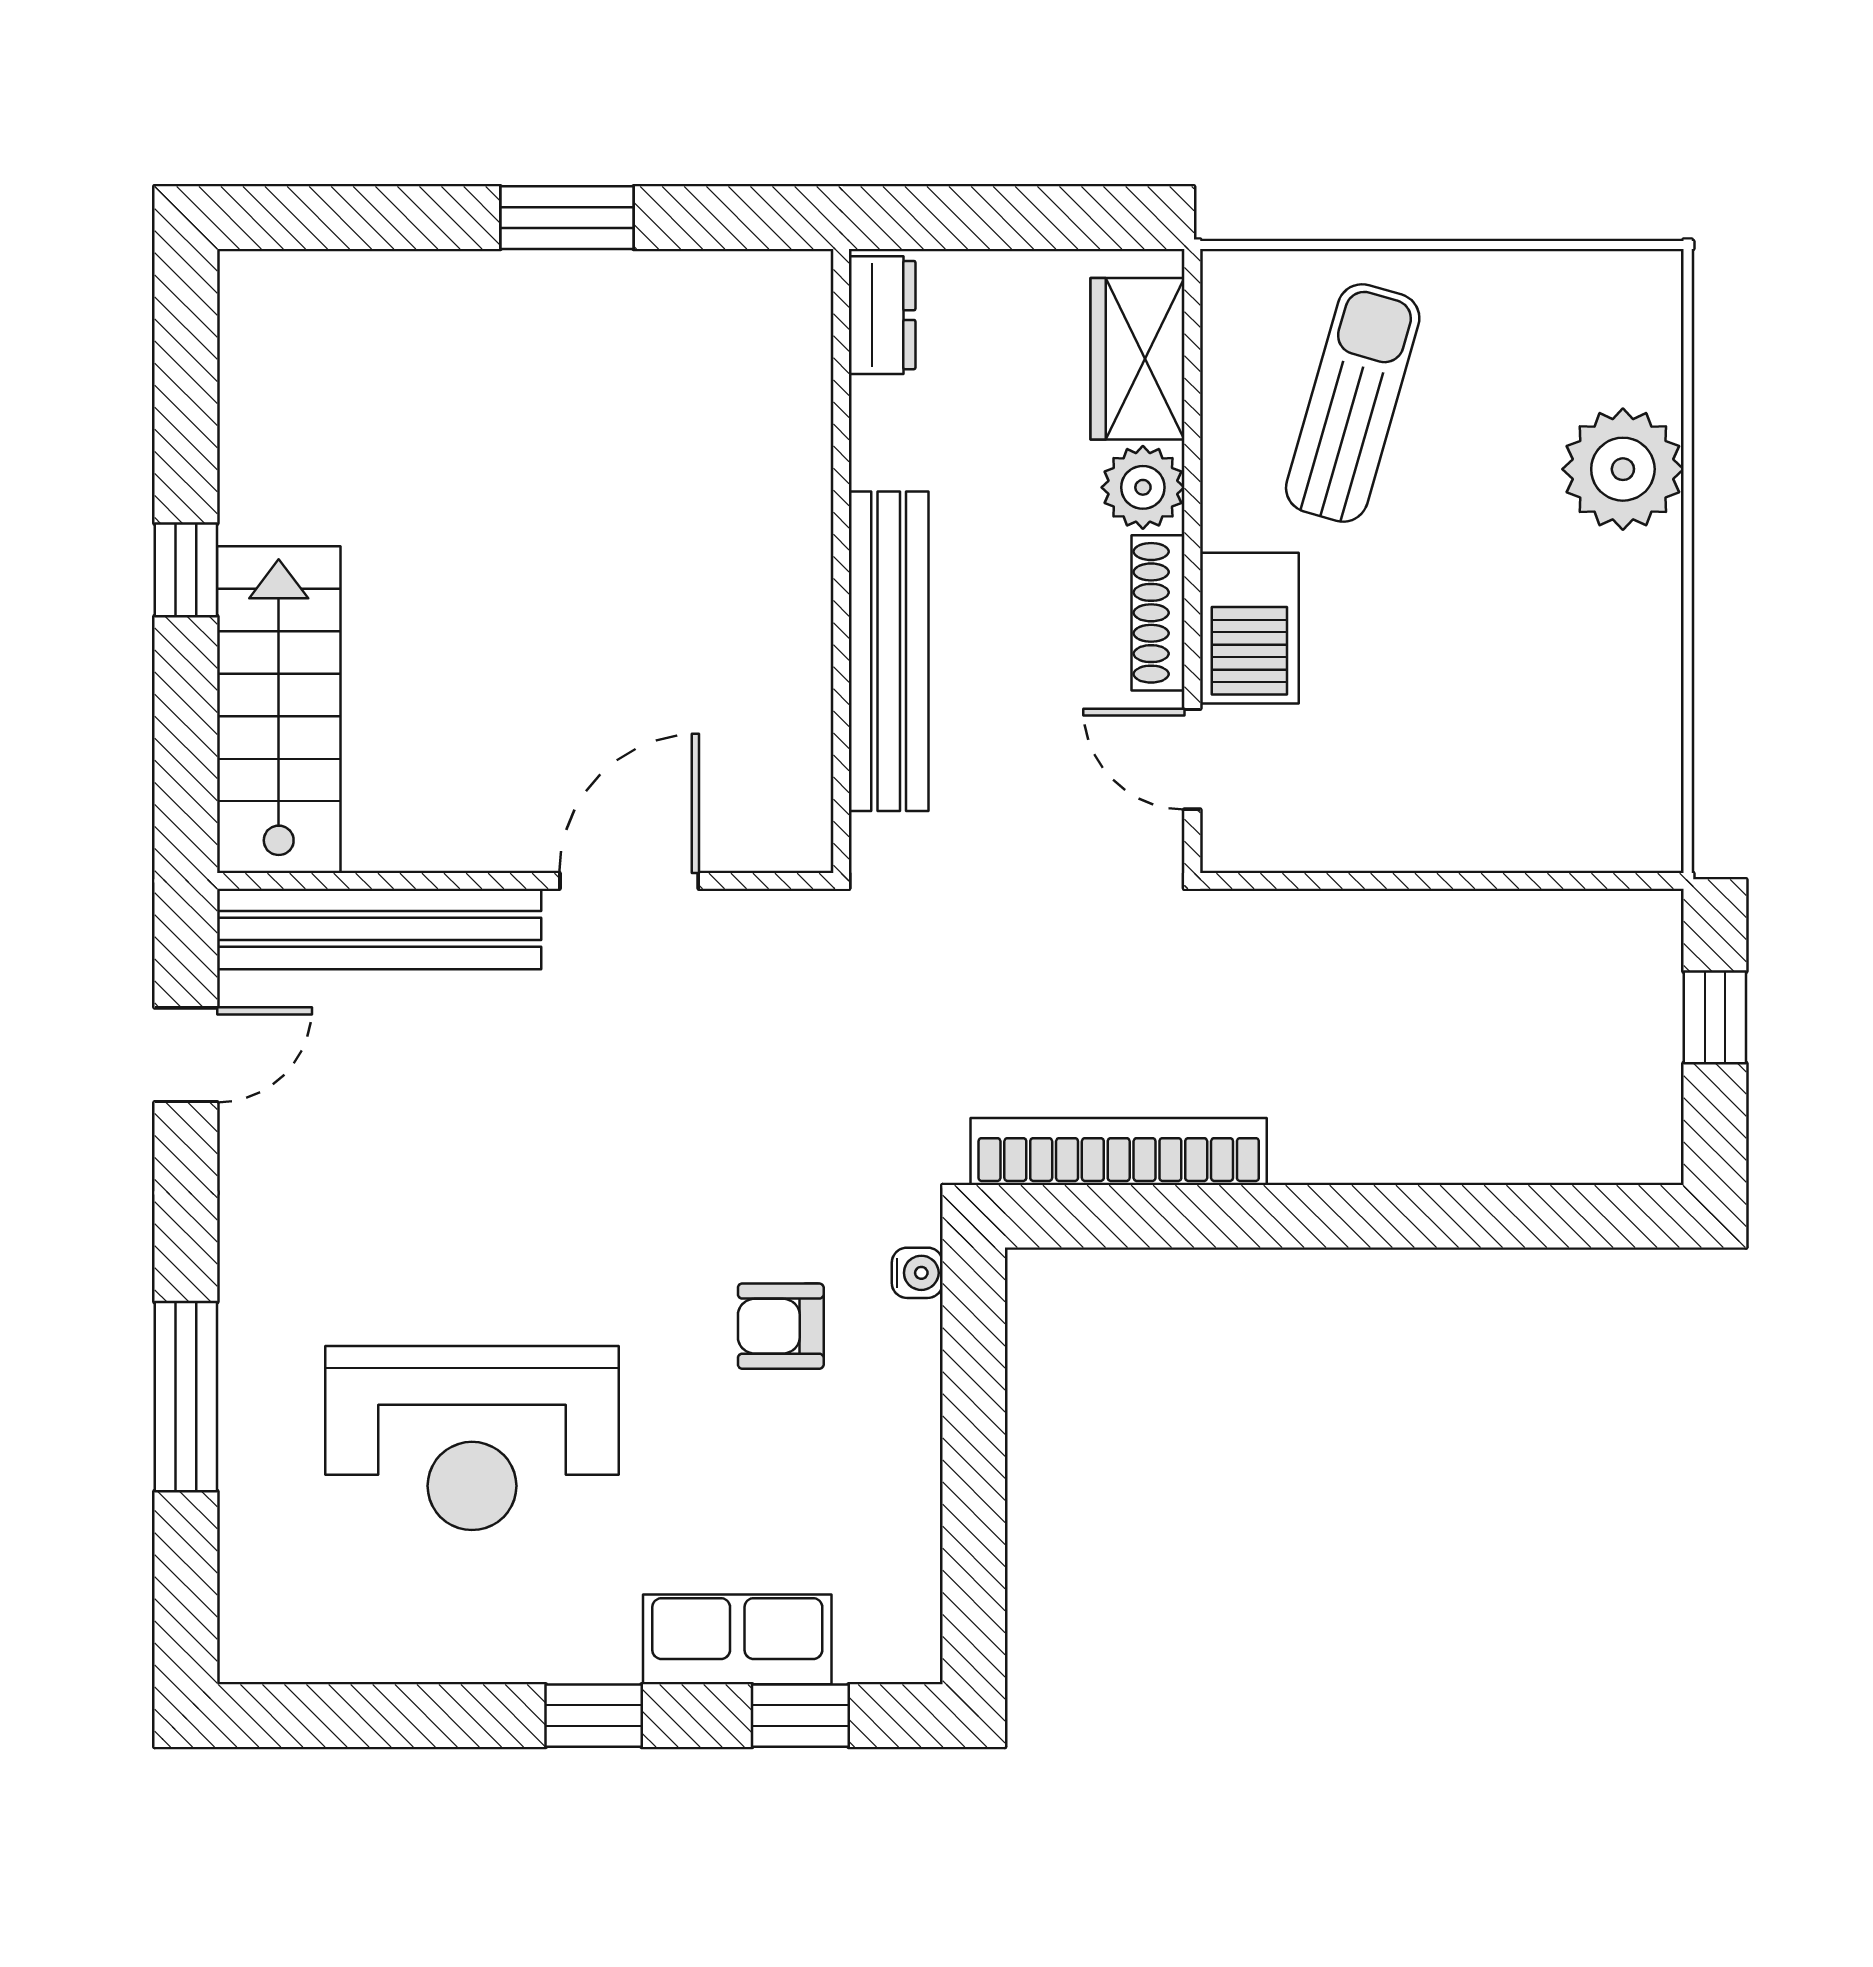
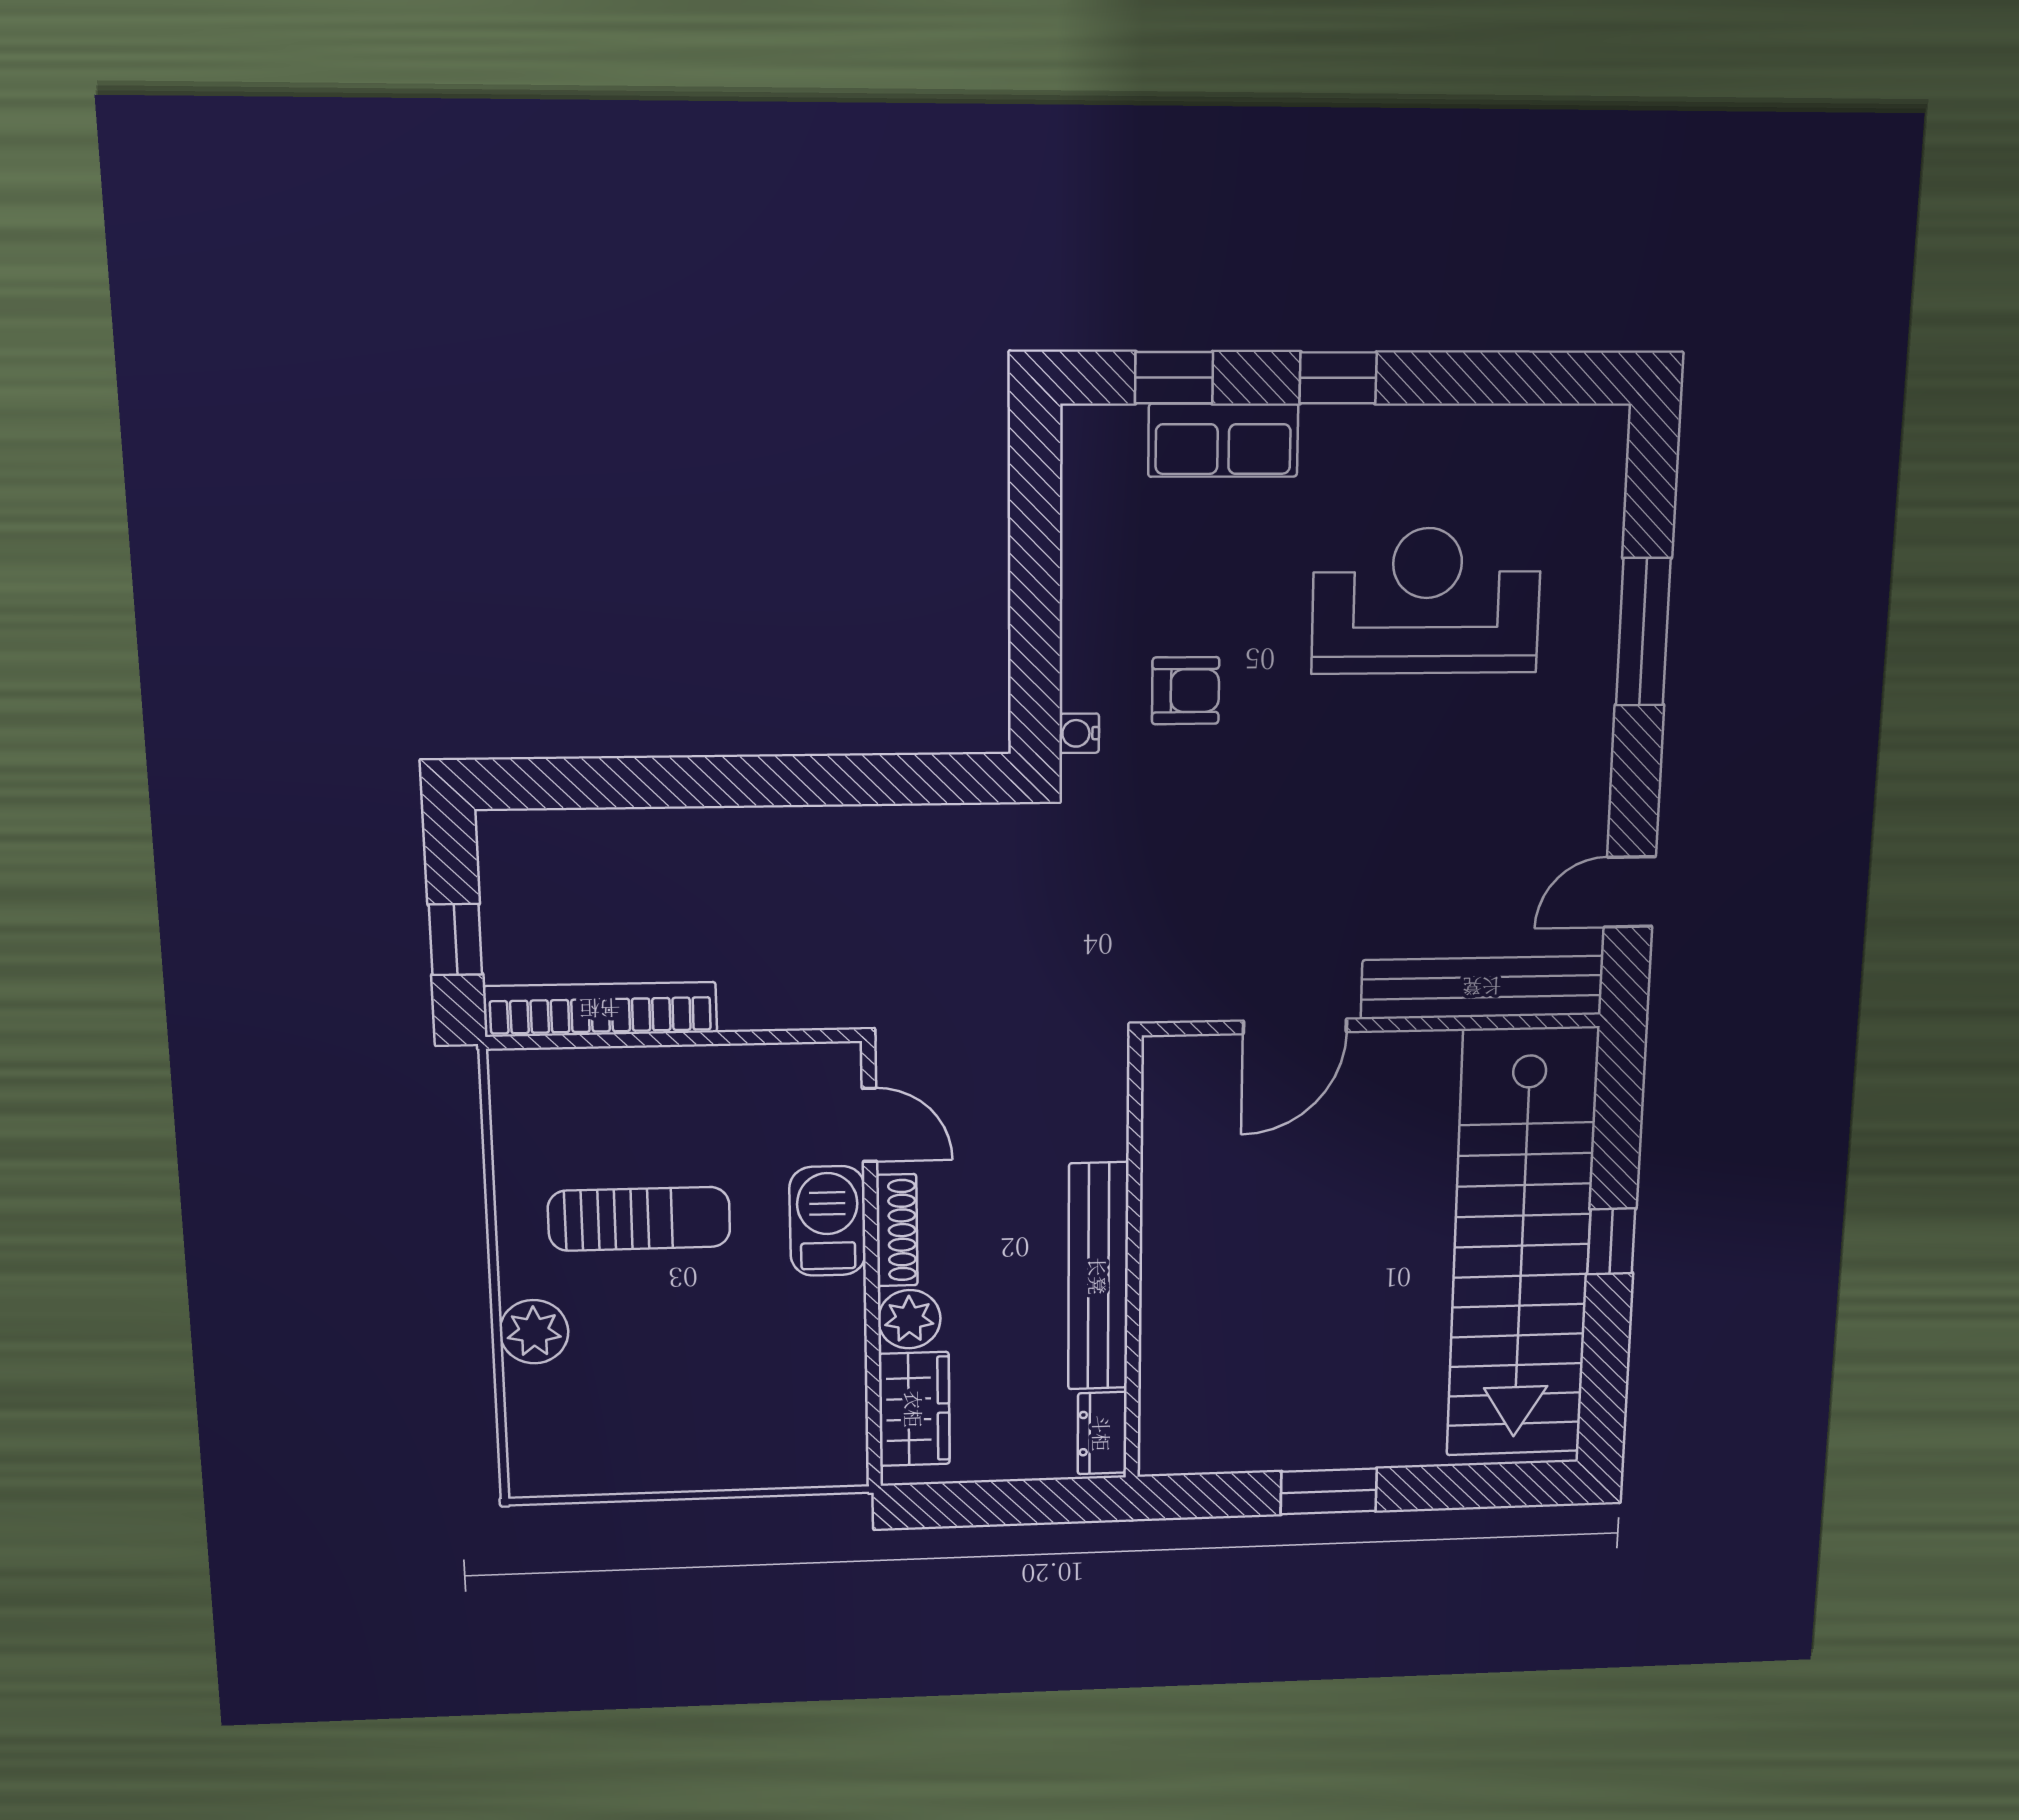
sun lounger: (1353, 403) -> (639, 1219), moved, turned -106
plant: (1623, 469) -> (534, 1332), width x0.73, depth x0.73
bench: (889, 651) -> (1098, 1276), moved
stairs: (279, 710) -> (1522, 1244), width x1.86, depth x1.51
bookcase: (1119, 1151) -> (600, 1009), moved, turned 180

